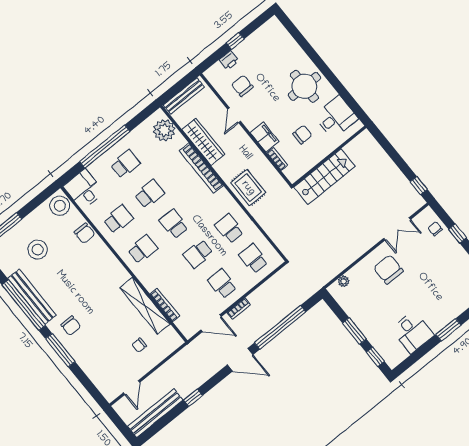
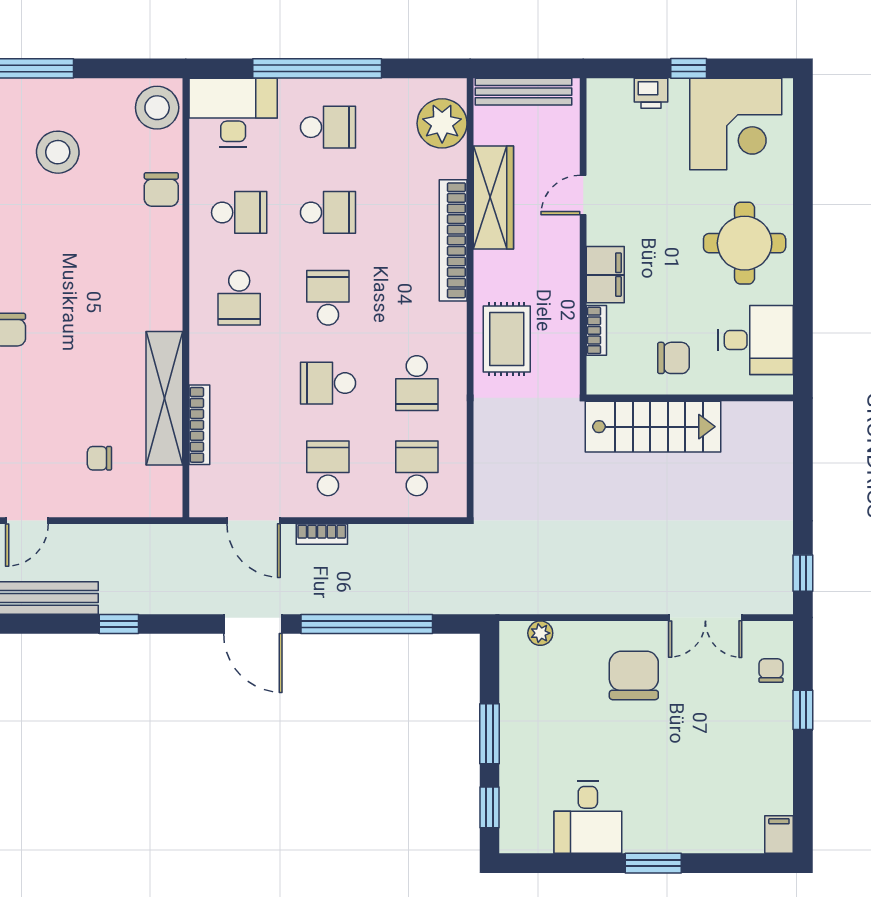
corner desk: (267, 47) -> (736, 124), added
chair: (242, 86) -> (638, 156), removed
chair: (302, 135) -> (673, 358), moved
desk: (84, 189) -> (233, 113), width x1.37
school desk: (229, 229) -> (417, 383), turned 180
school desk: (143, 249) -> (239, 298), turned 90

